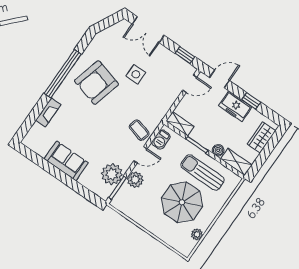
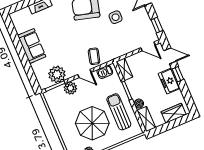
window: (251, 101) -> (178, 74), moved

